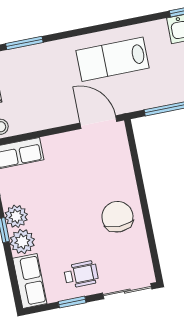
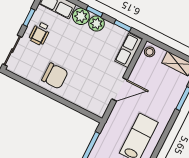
door: (98, 122) -> (120, 89), moved

